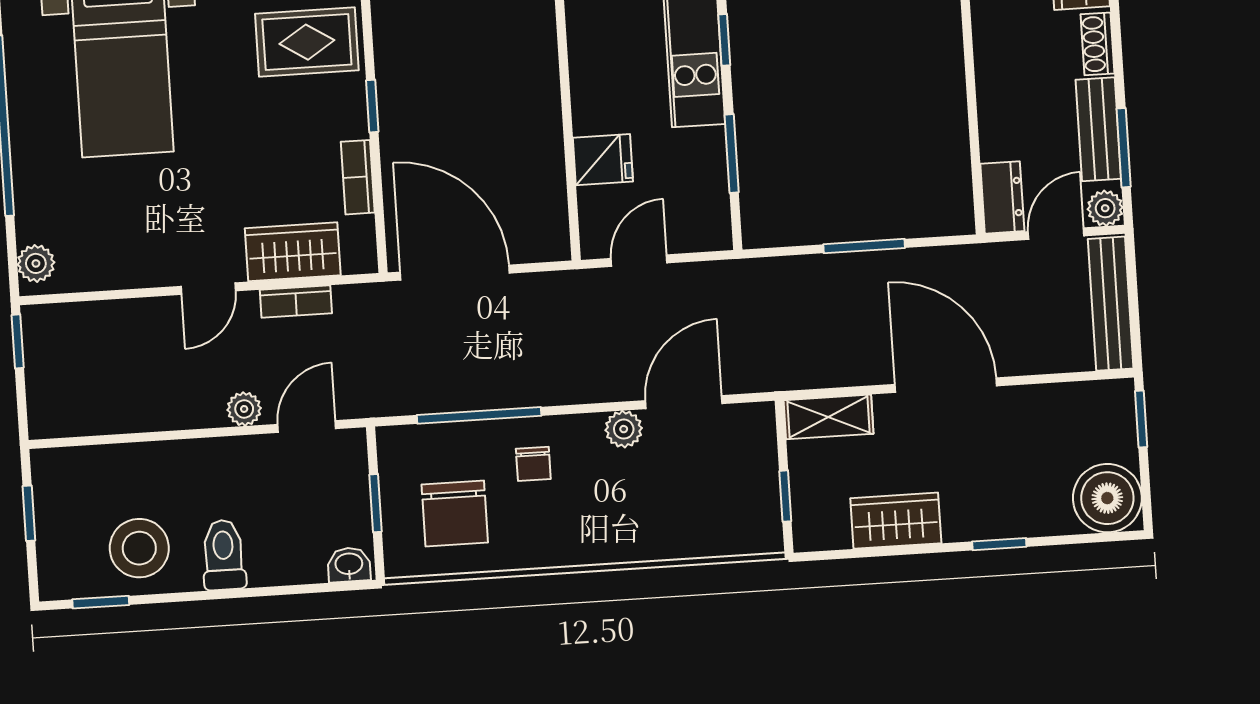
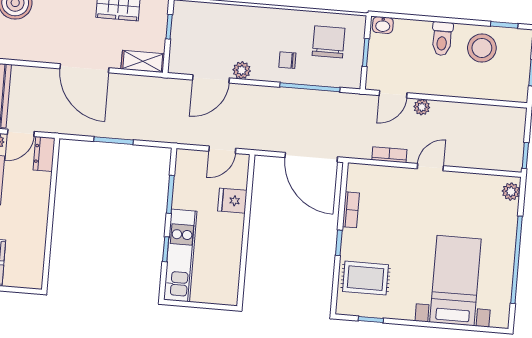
wardrobe: (293, 252) -> (387, 179), removed
chair: (533, 464) -> (287, 60), turned -90

